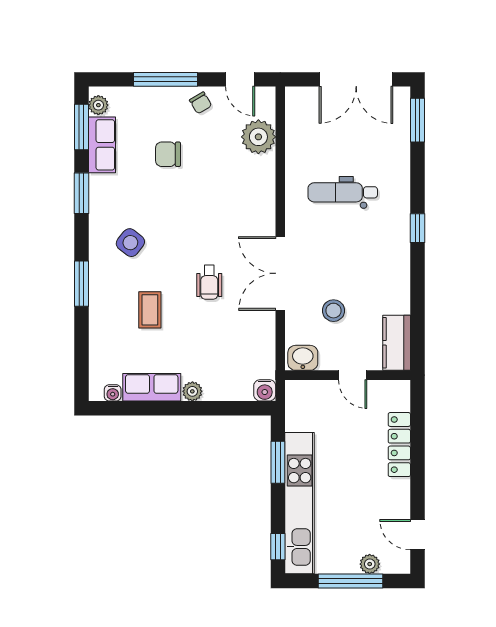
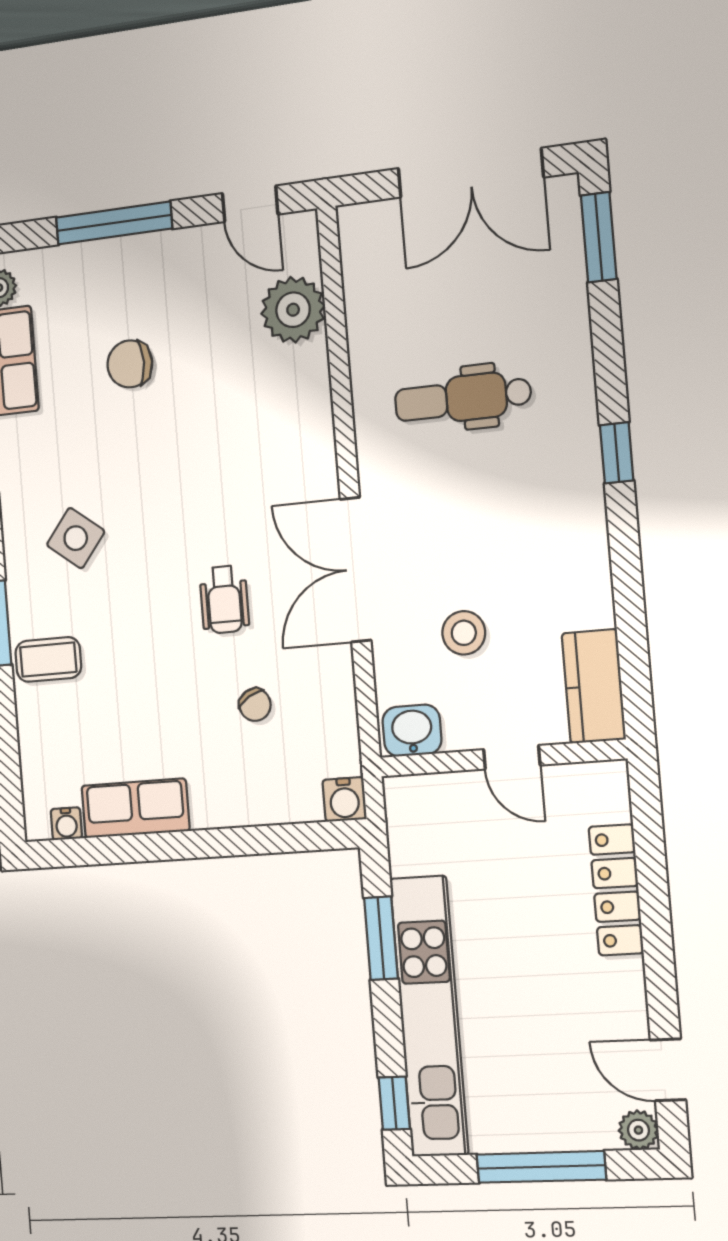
chair: (201, 103) -> (255, 705), moved
coffee table: (150, 310) -> (48, 660), moved, turned 90
plant: (192, 391) -> (210, 811), removed
plant: (370, 564) -> (638, 1130), moved

